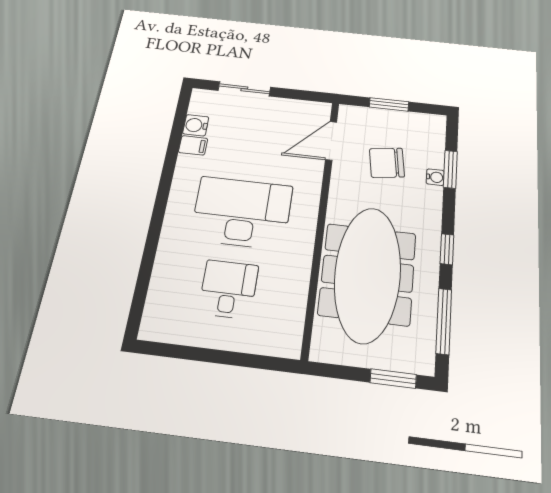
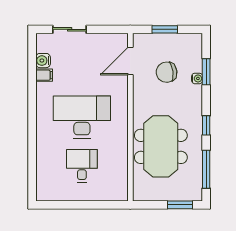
meeting table: (368, 274) -> (161, 146), width x0.73

